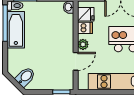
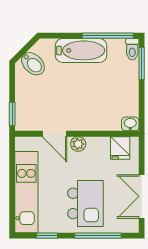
dishwasher: (85, 28) -> (101, 147), removed
bathtub: (16, 30) -> (81, 50), moved

